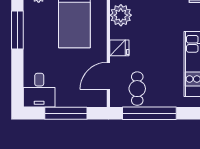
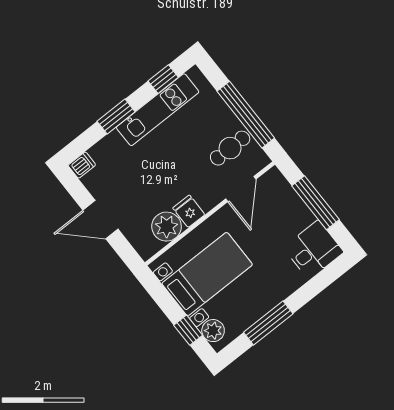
fridge: (119, 48) -> (189, 211), moved
door: (108, 76) -> (241, 189), hinge flipped

